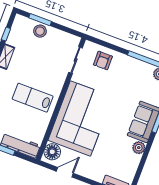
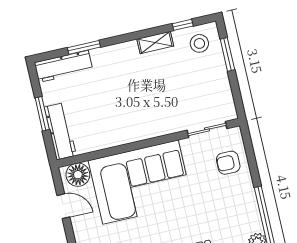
stool: (40, 31) -> (199, 43), moved
lab bench: (33, 98) -> (127, 108), removed

